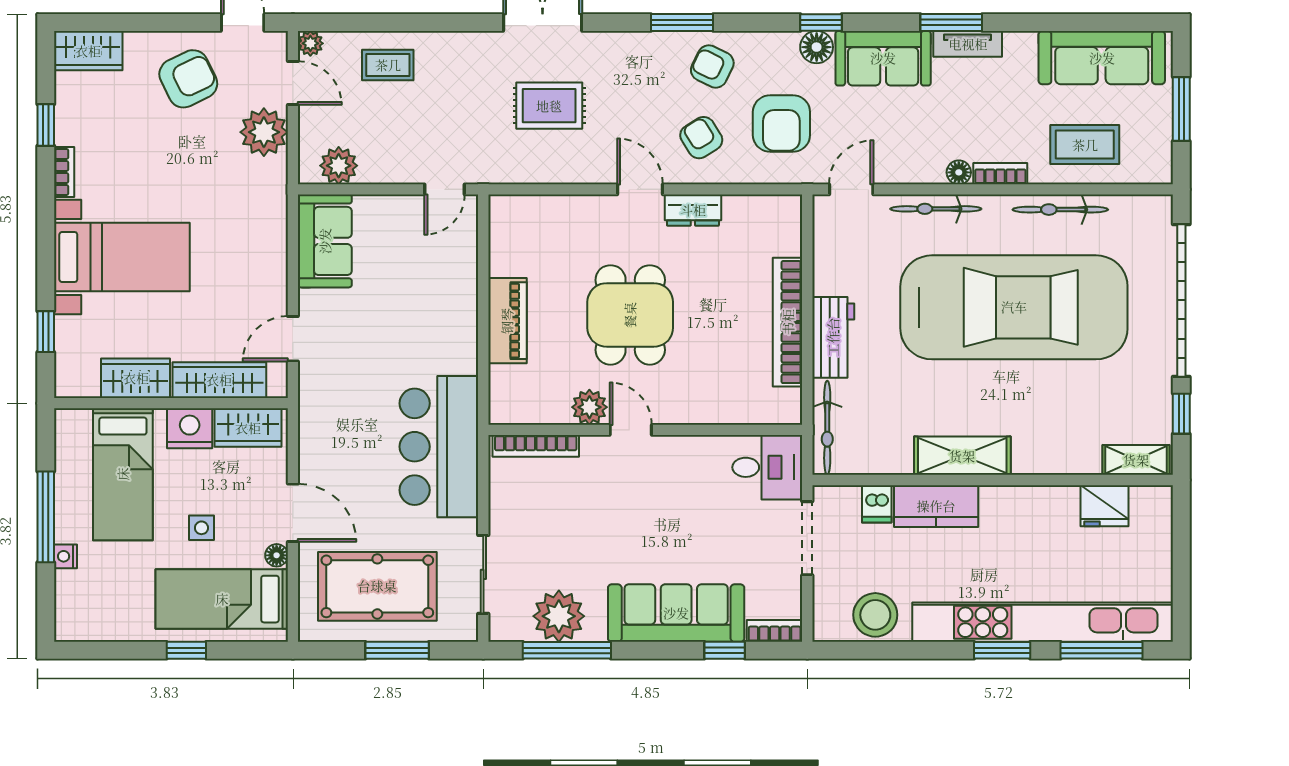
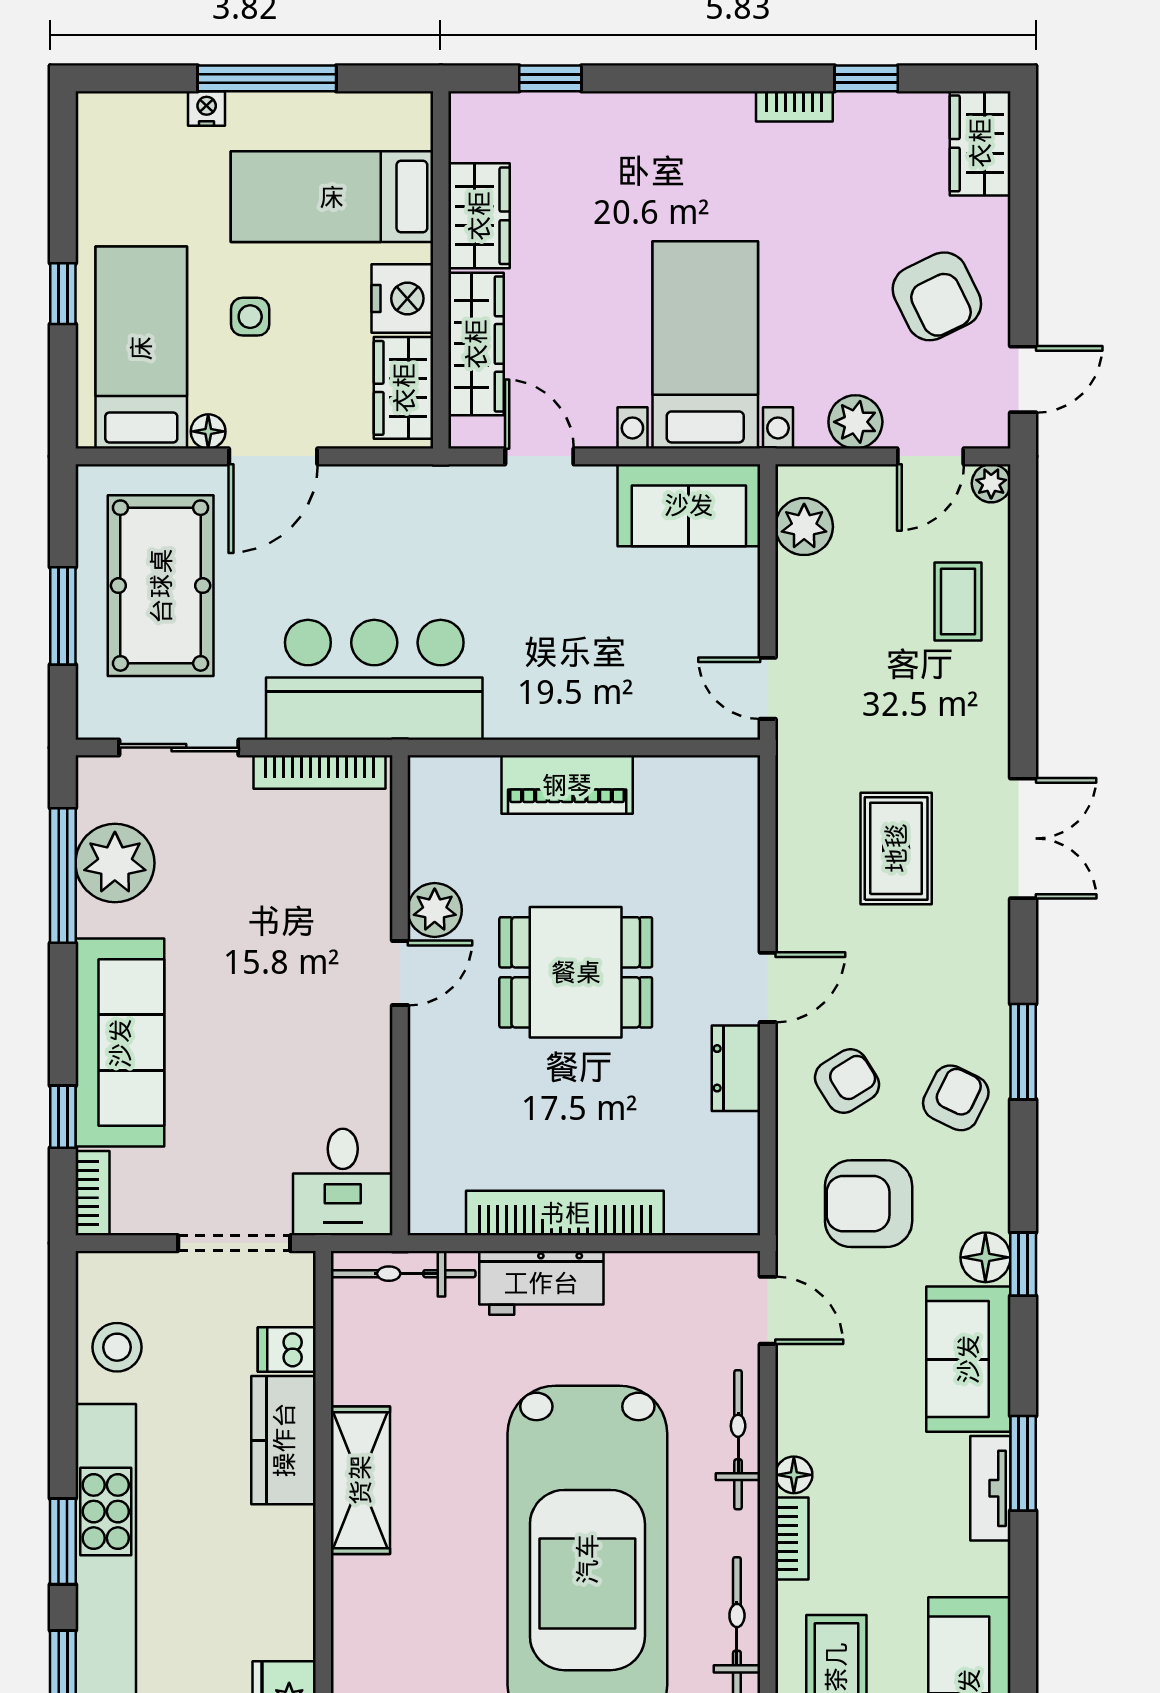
plant: (264, 132) -> (855, 422), width x0.73, depth x0.73
bed with nightstands: (122, 257) -> (705, 345), moved, turned 180
bookcase: (536, 446) -> (320, 772), moved, turned -90
stool: (875, 615) -> (117, 1347), width x0.73, depth x0.73

